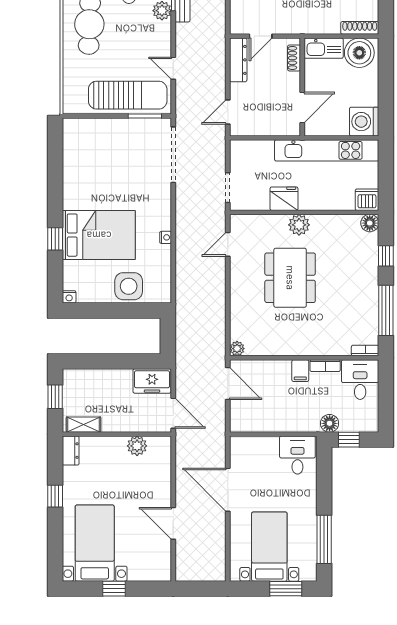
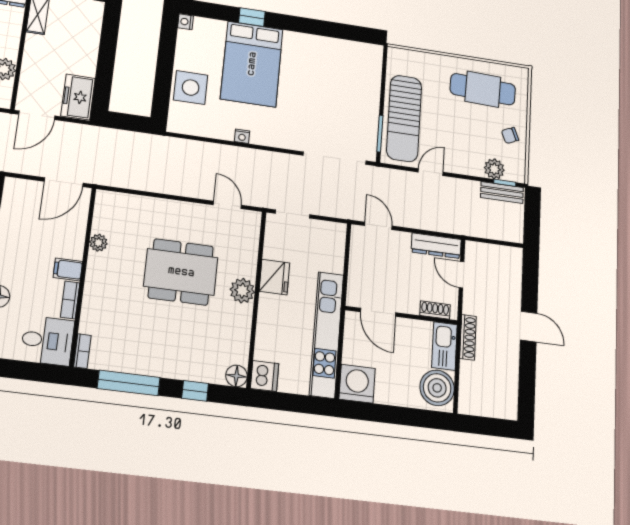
shoe rack: (360, 28) -> (468, 337), moved
plant: (237, 349) -> (98, 243), moved

